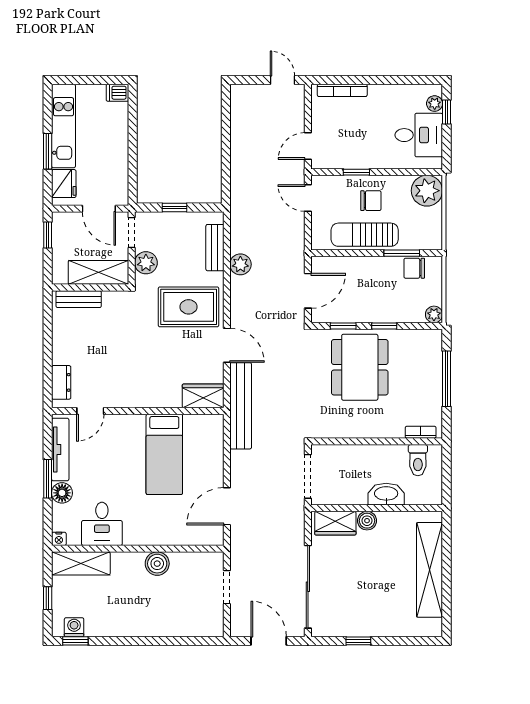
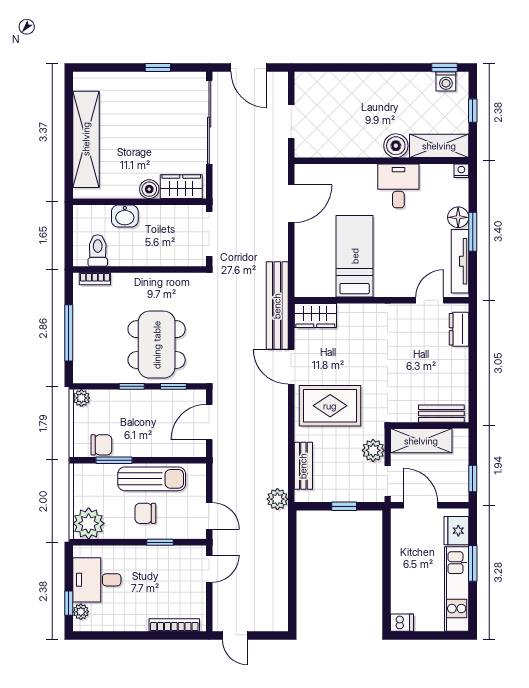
plant: (240, 264) -> (277, 499), moved
washbasin: (386, 494) -> (125, 216), width x0.72
desk: (102, 524) -> (398, 186), moved
boiler: (157, 564) -> (396, 146), moved

